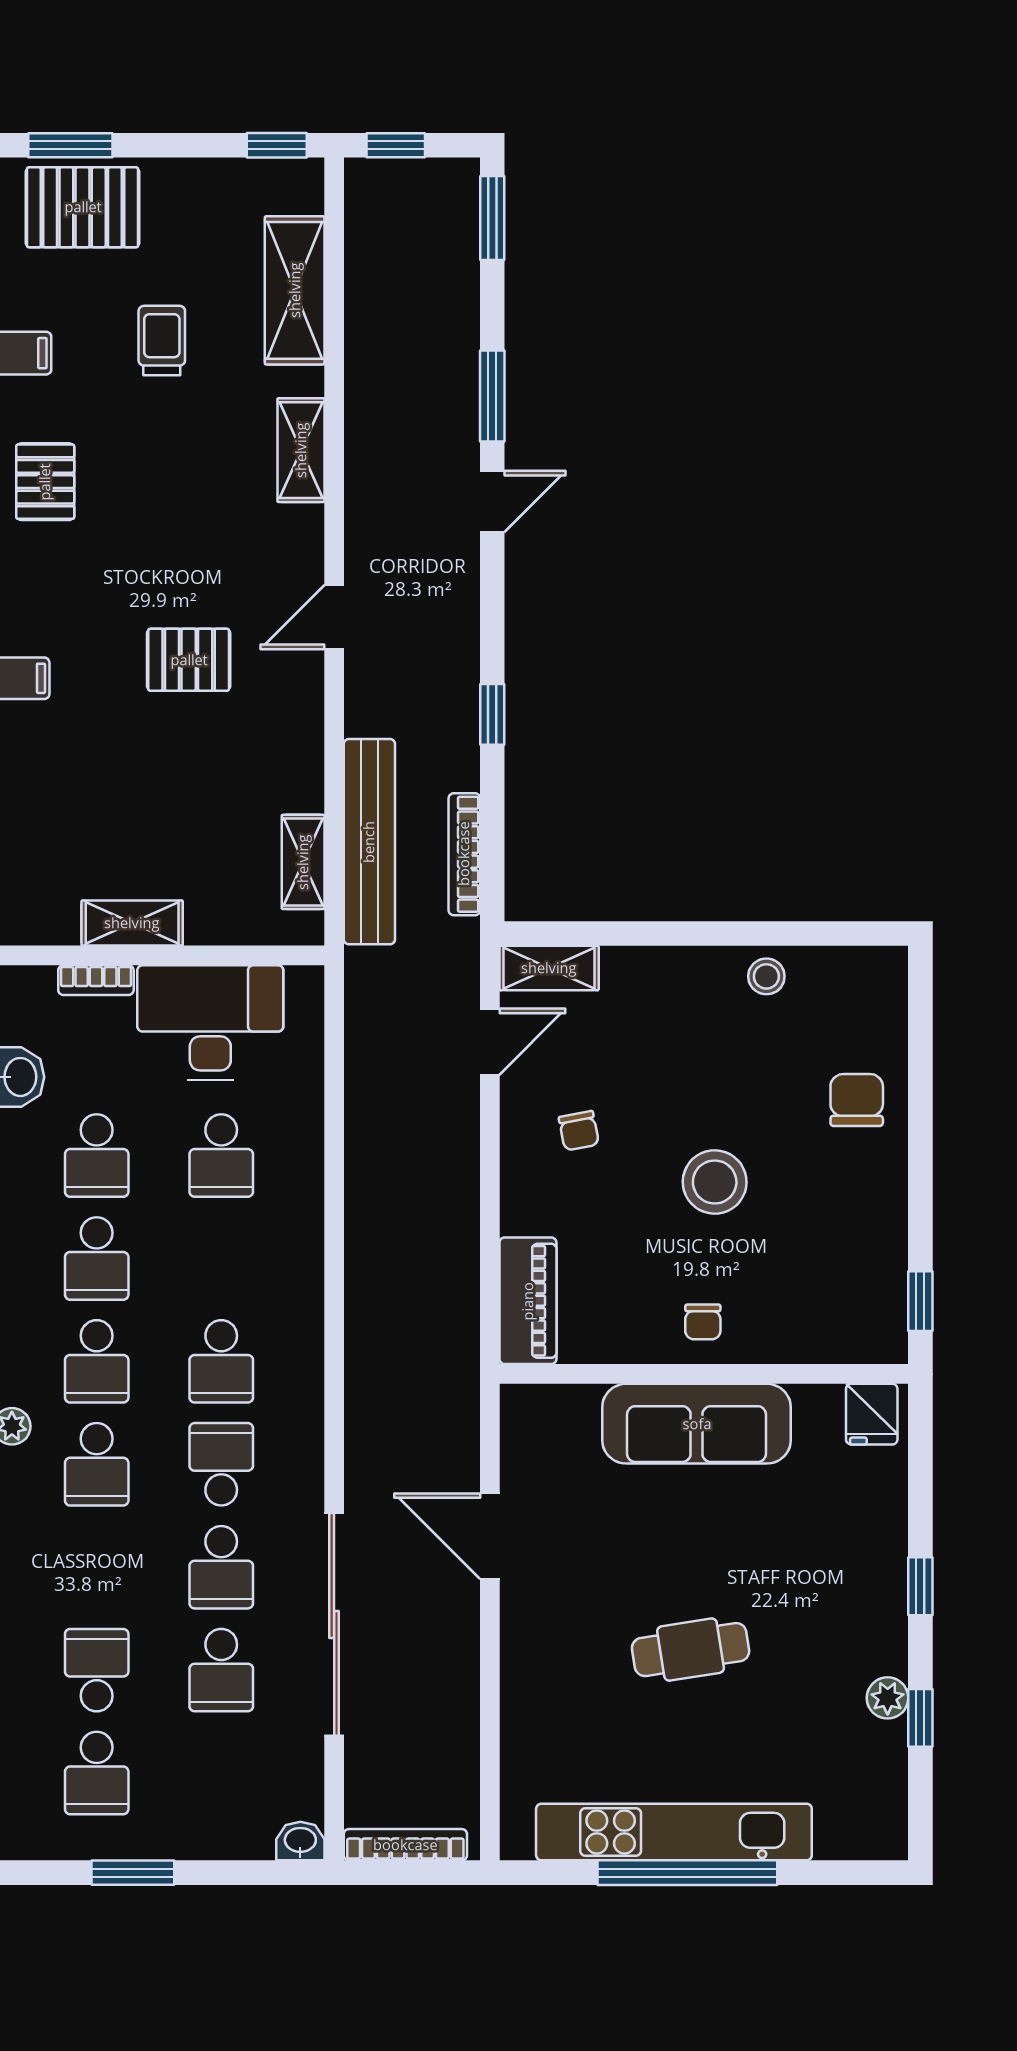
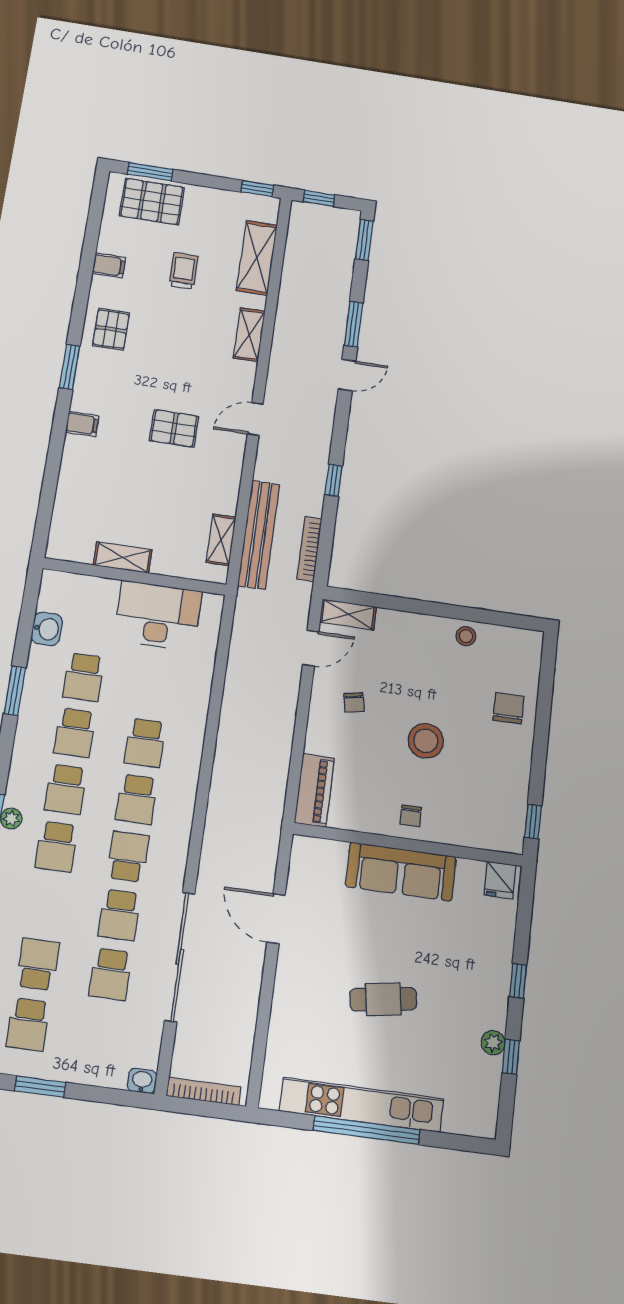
bookcase: (96, 980) -> (98, 584), removed
school desk: (221, 1156) -> (145, 743), moved

